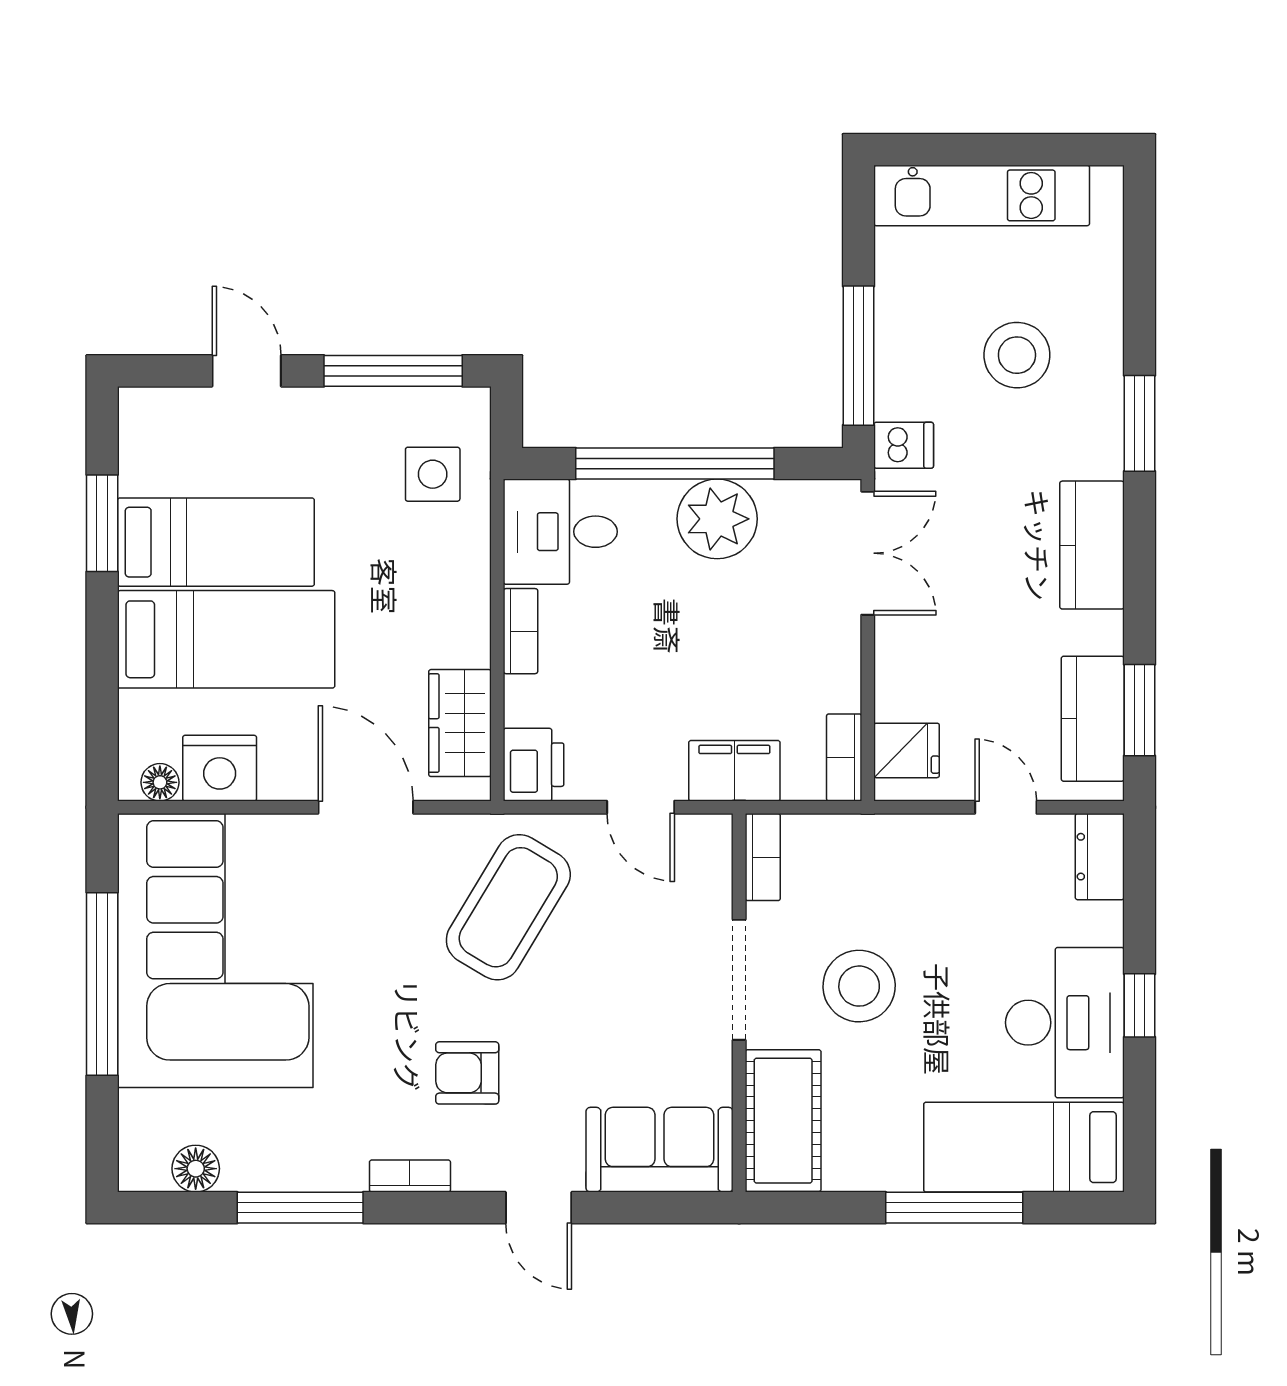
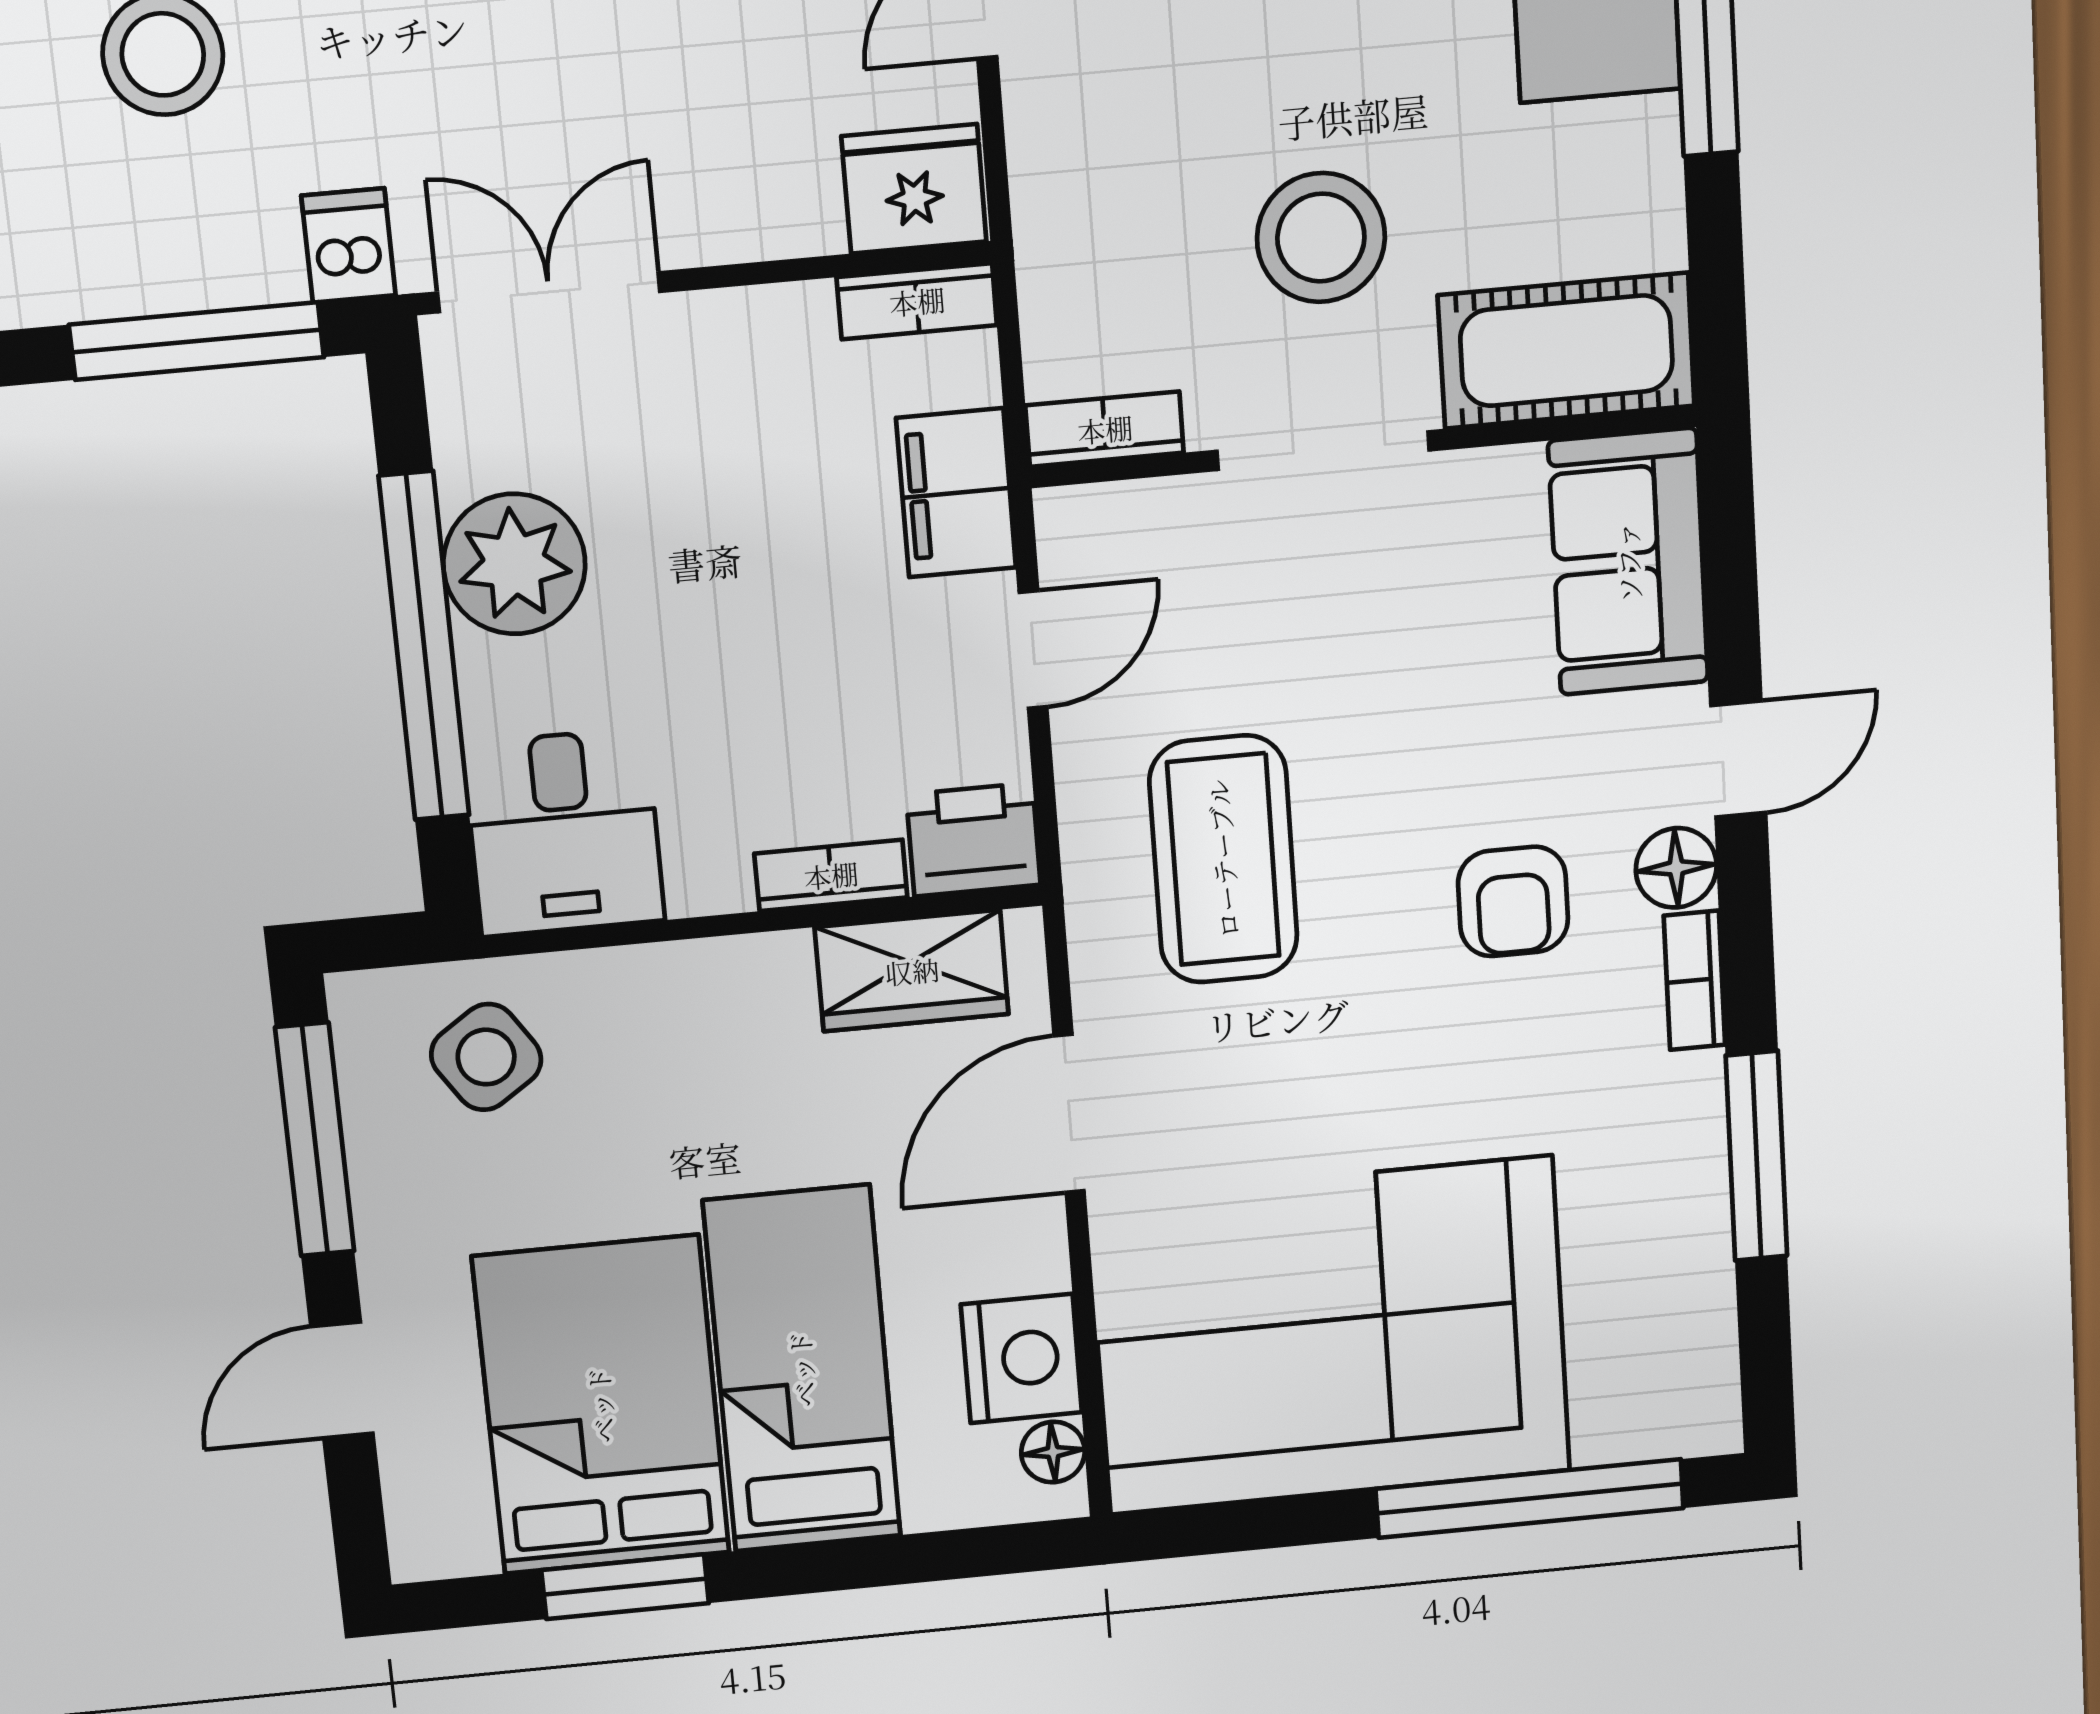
side table: (433, 474) -> (486, 1057), turned -34
bed: (216, 542) -> (601, 1405), width x1.50
bookcase: (520, 631) -> (831, 875), moved
fridge: (907, 750) -> (914, 189), width x1.38
coffee table: (508, 907) -> (1223, 859), turned 59
window: (102, 984) -> (1530, 1498), moved
floor lamp: (196, 1169) -> (1676, 868), moved

